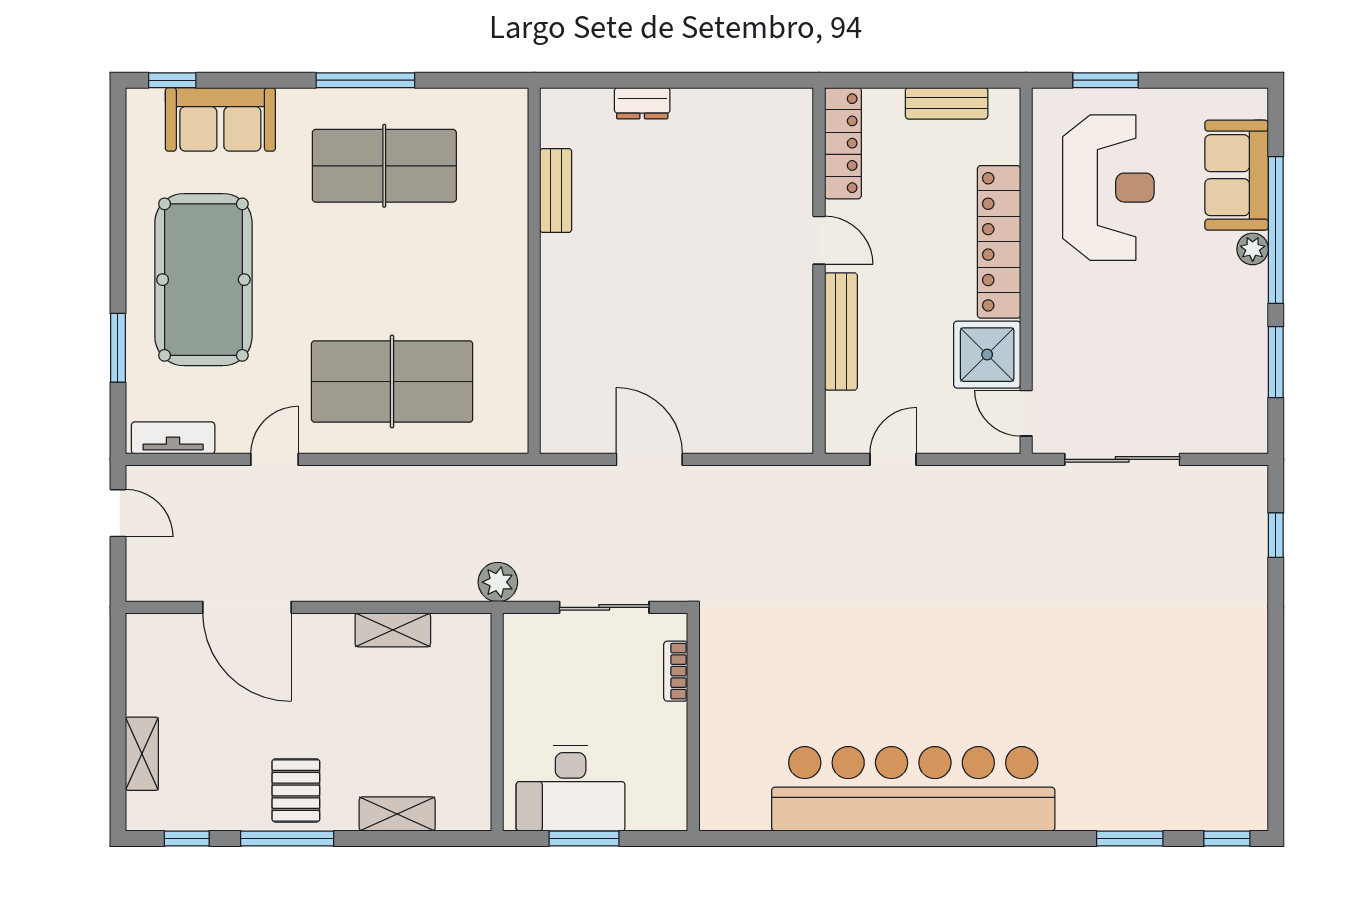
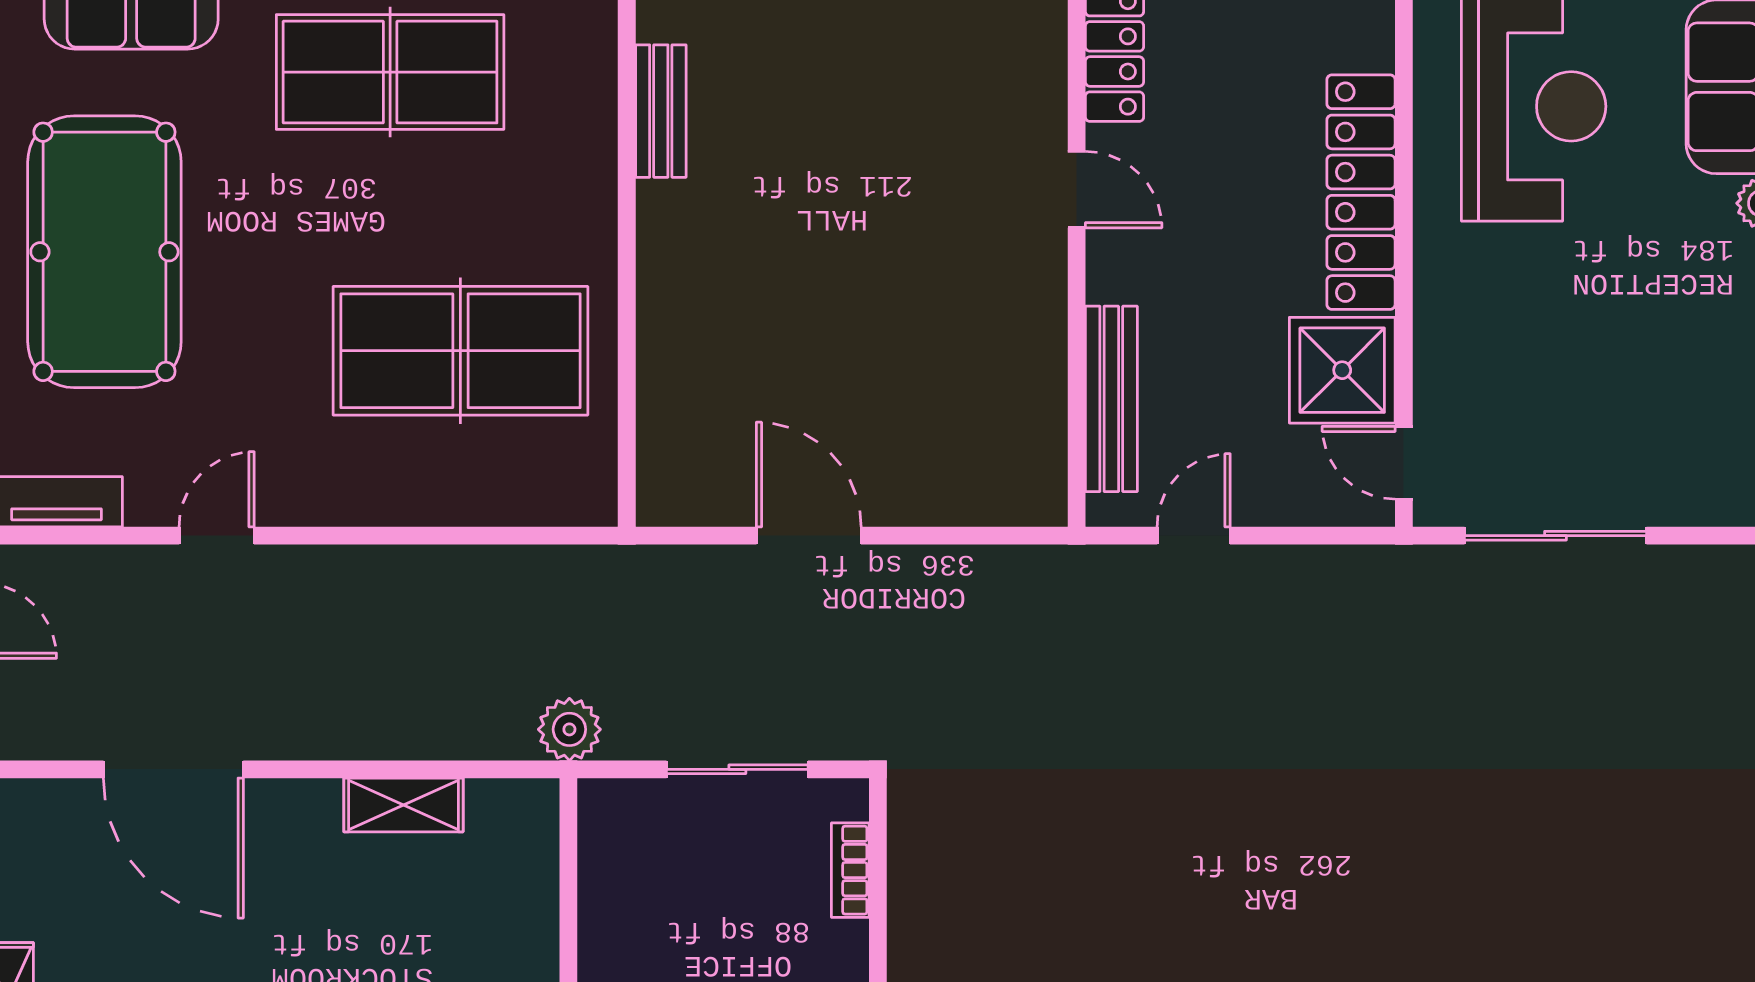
bench: (841, 331) -> (1111, 399), moved
table tennis table: (392, 381) -> (460, 351), moved

